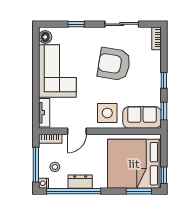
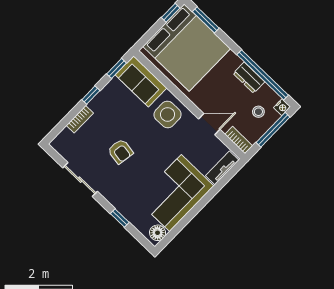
bookcase: (157, 38) -> (80, 119), moved
armchair: (114, 64) -> (120, 151), width x0.53, depth x0.53

